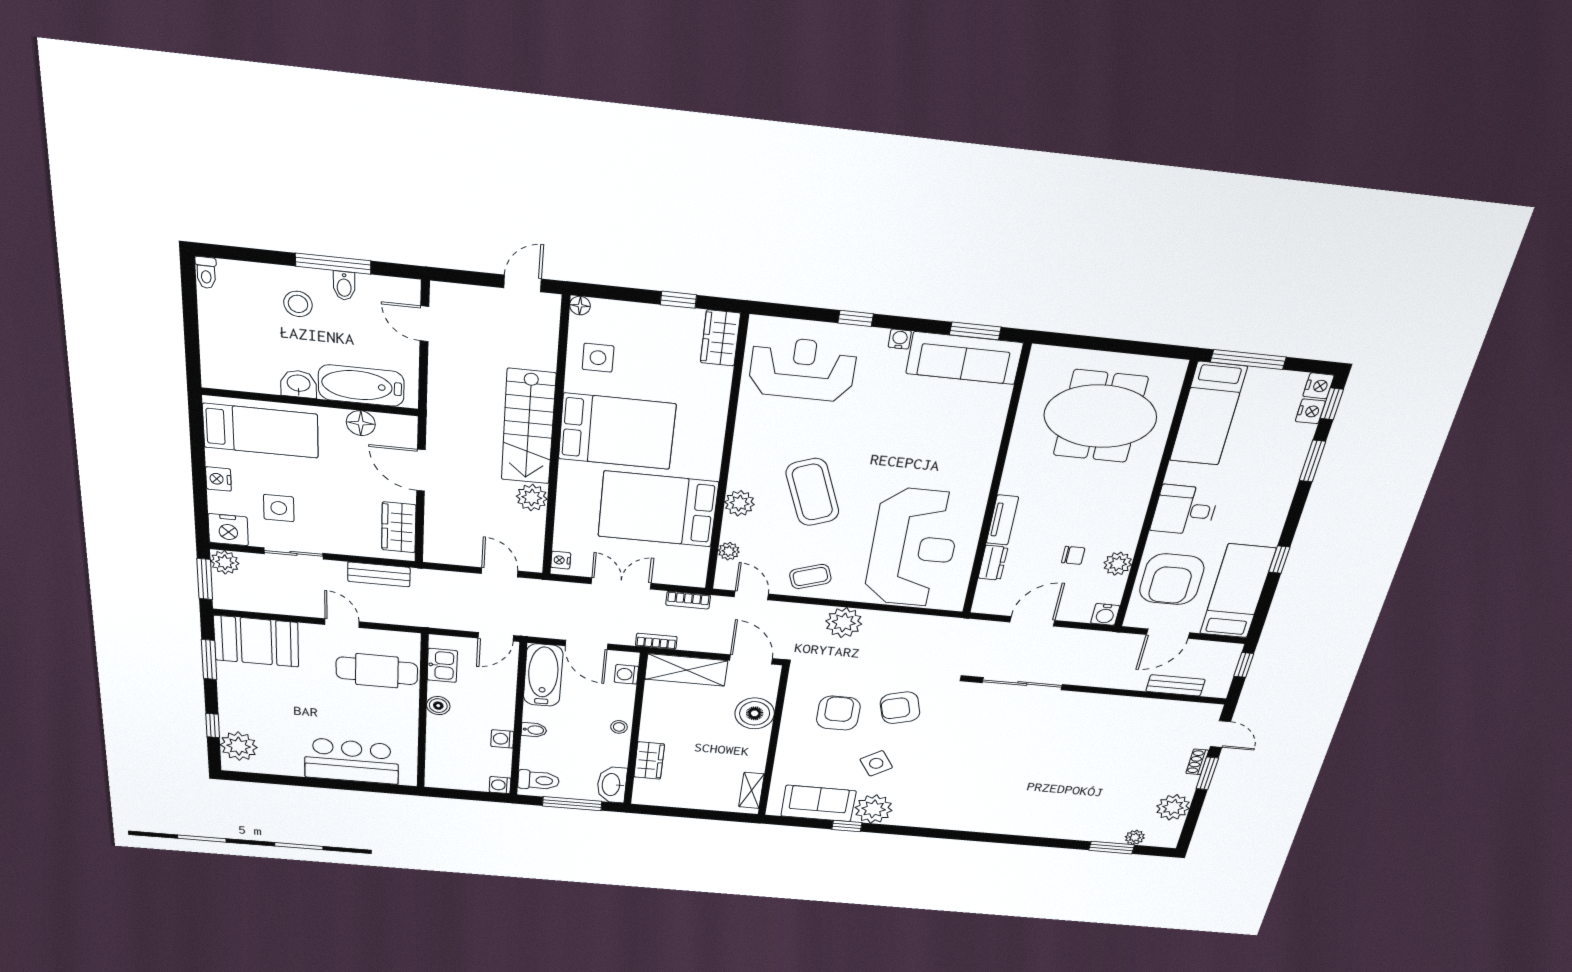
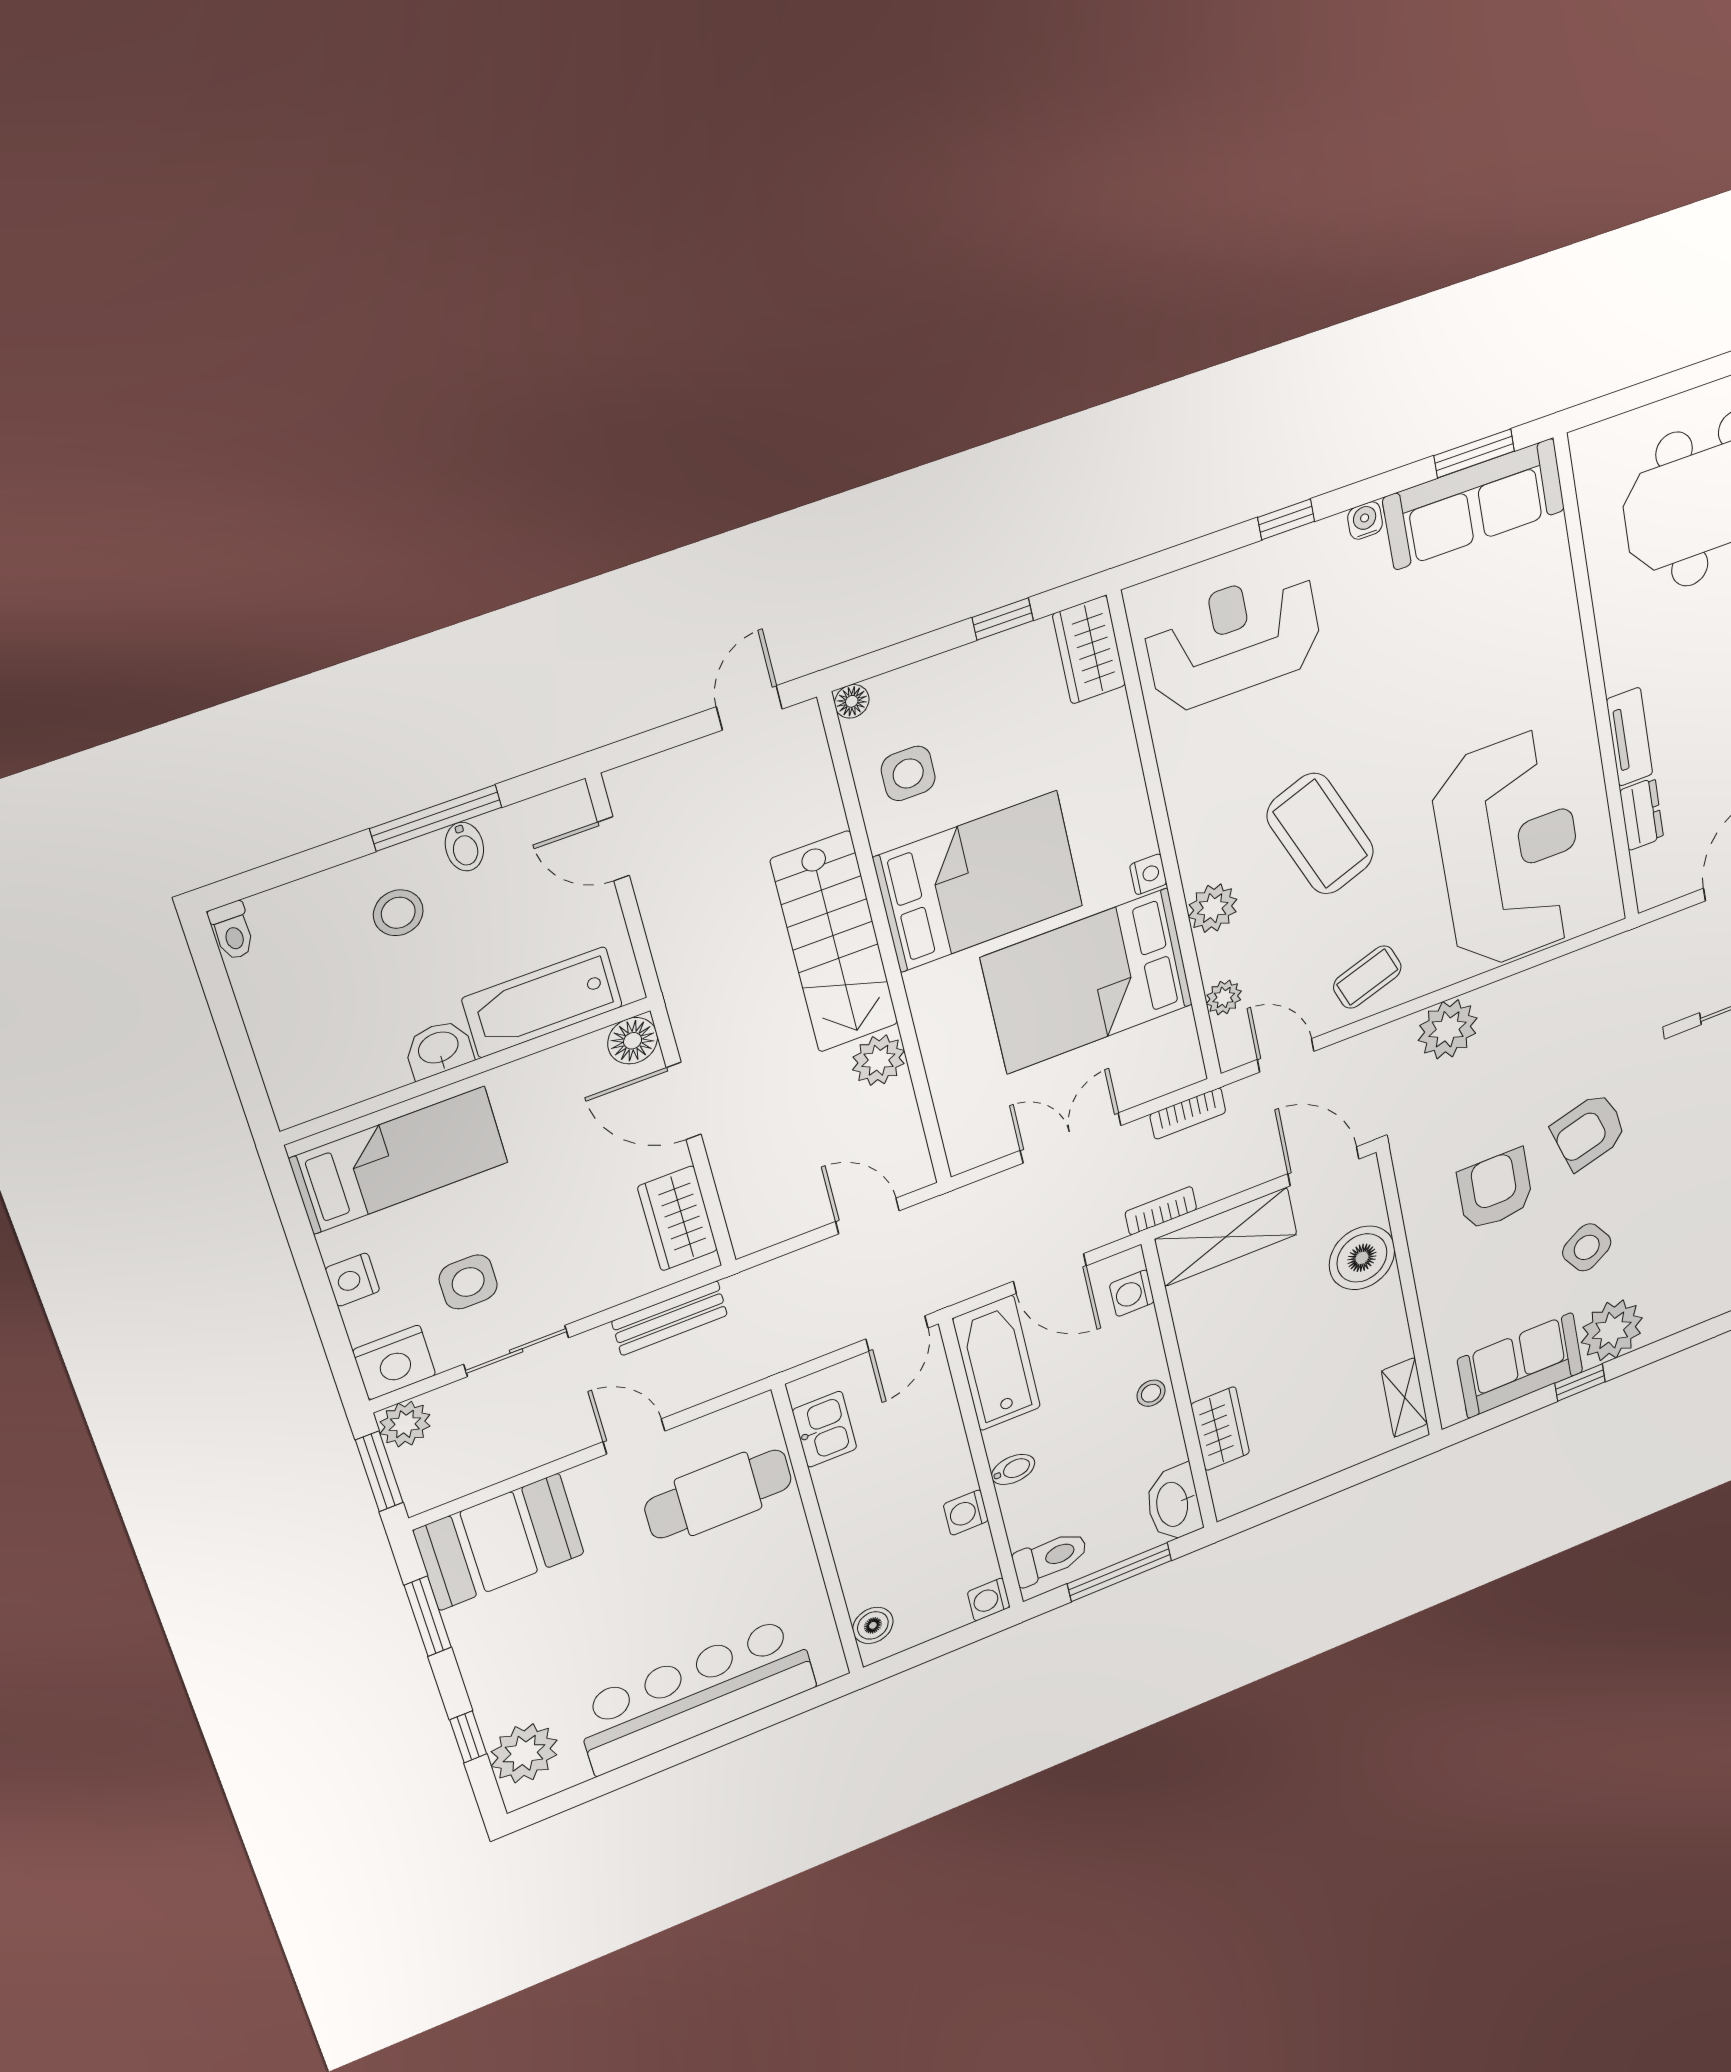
floor lamp: (361, 423) -> (633, 1041), moved
nightstand: (561, 560) -> (1148, 874), moved, turned 180
boiler: (438, 706) -> (873, 1625), moved
bar counter: (352, 761) -> (696, 1695), width x1.36

